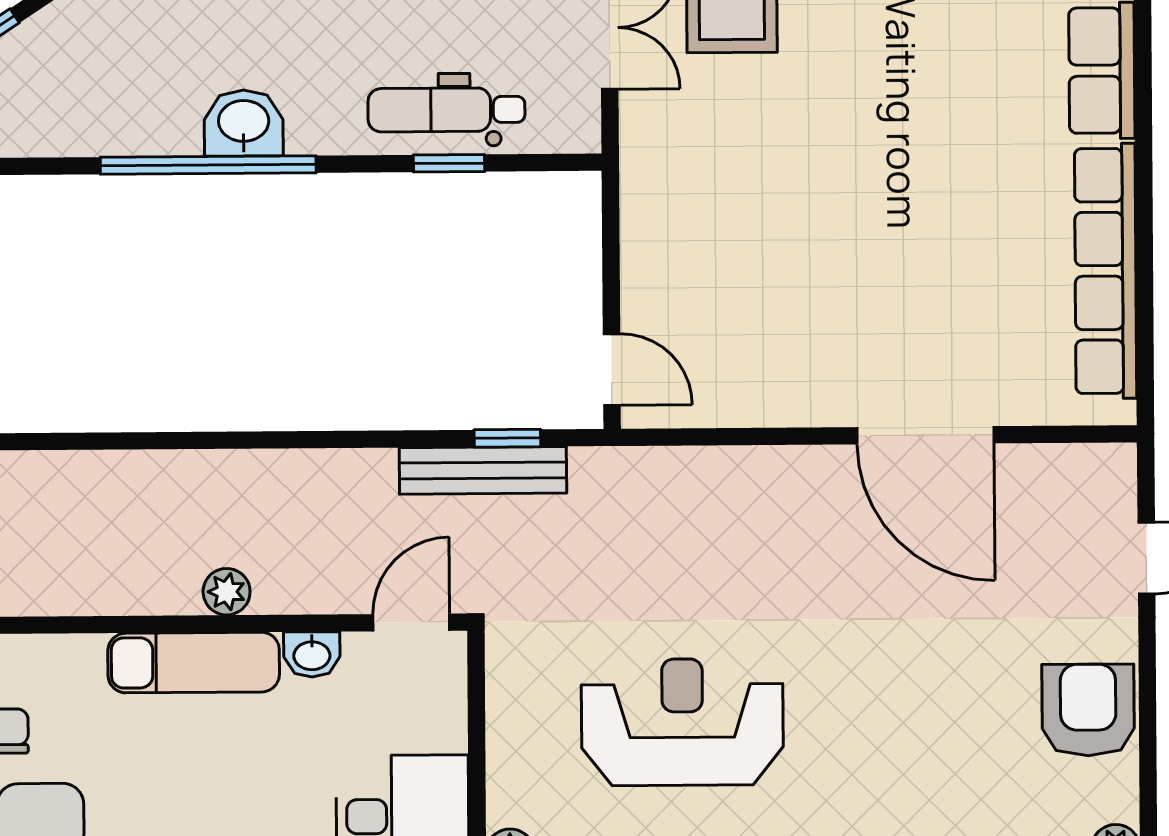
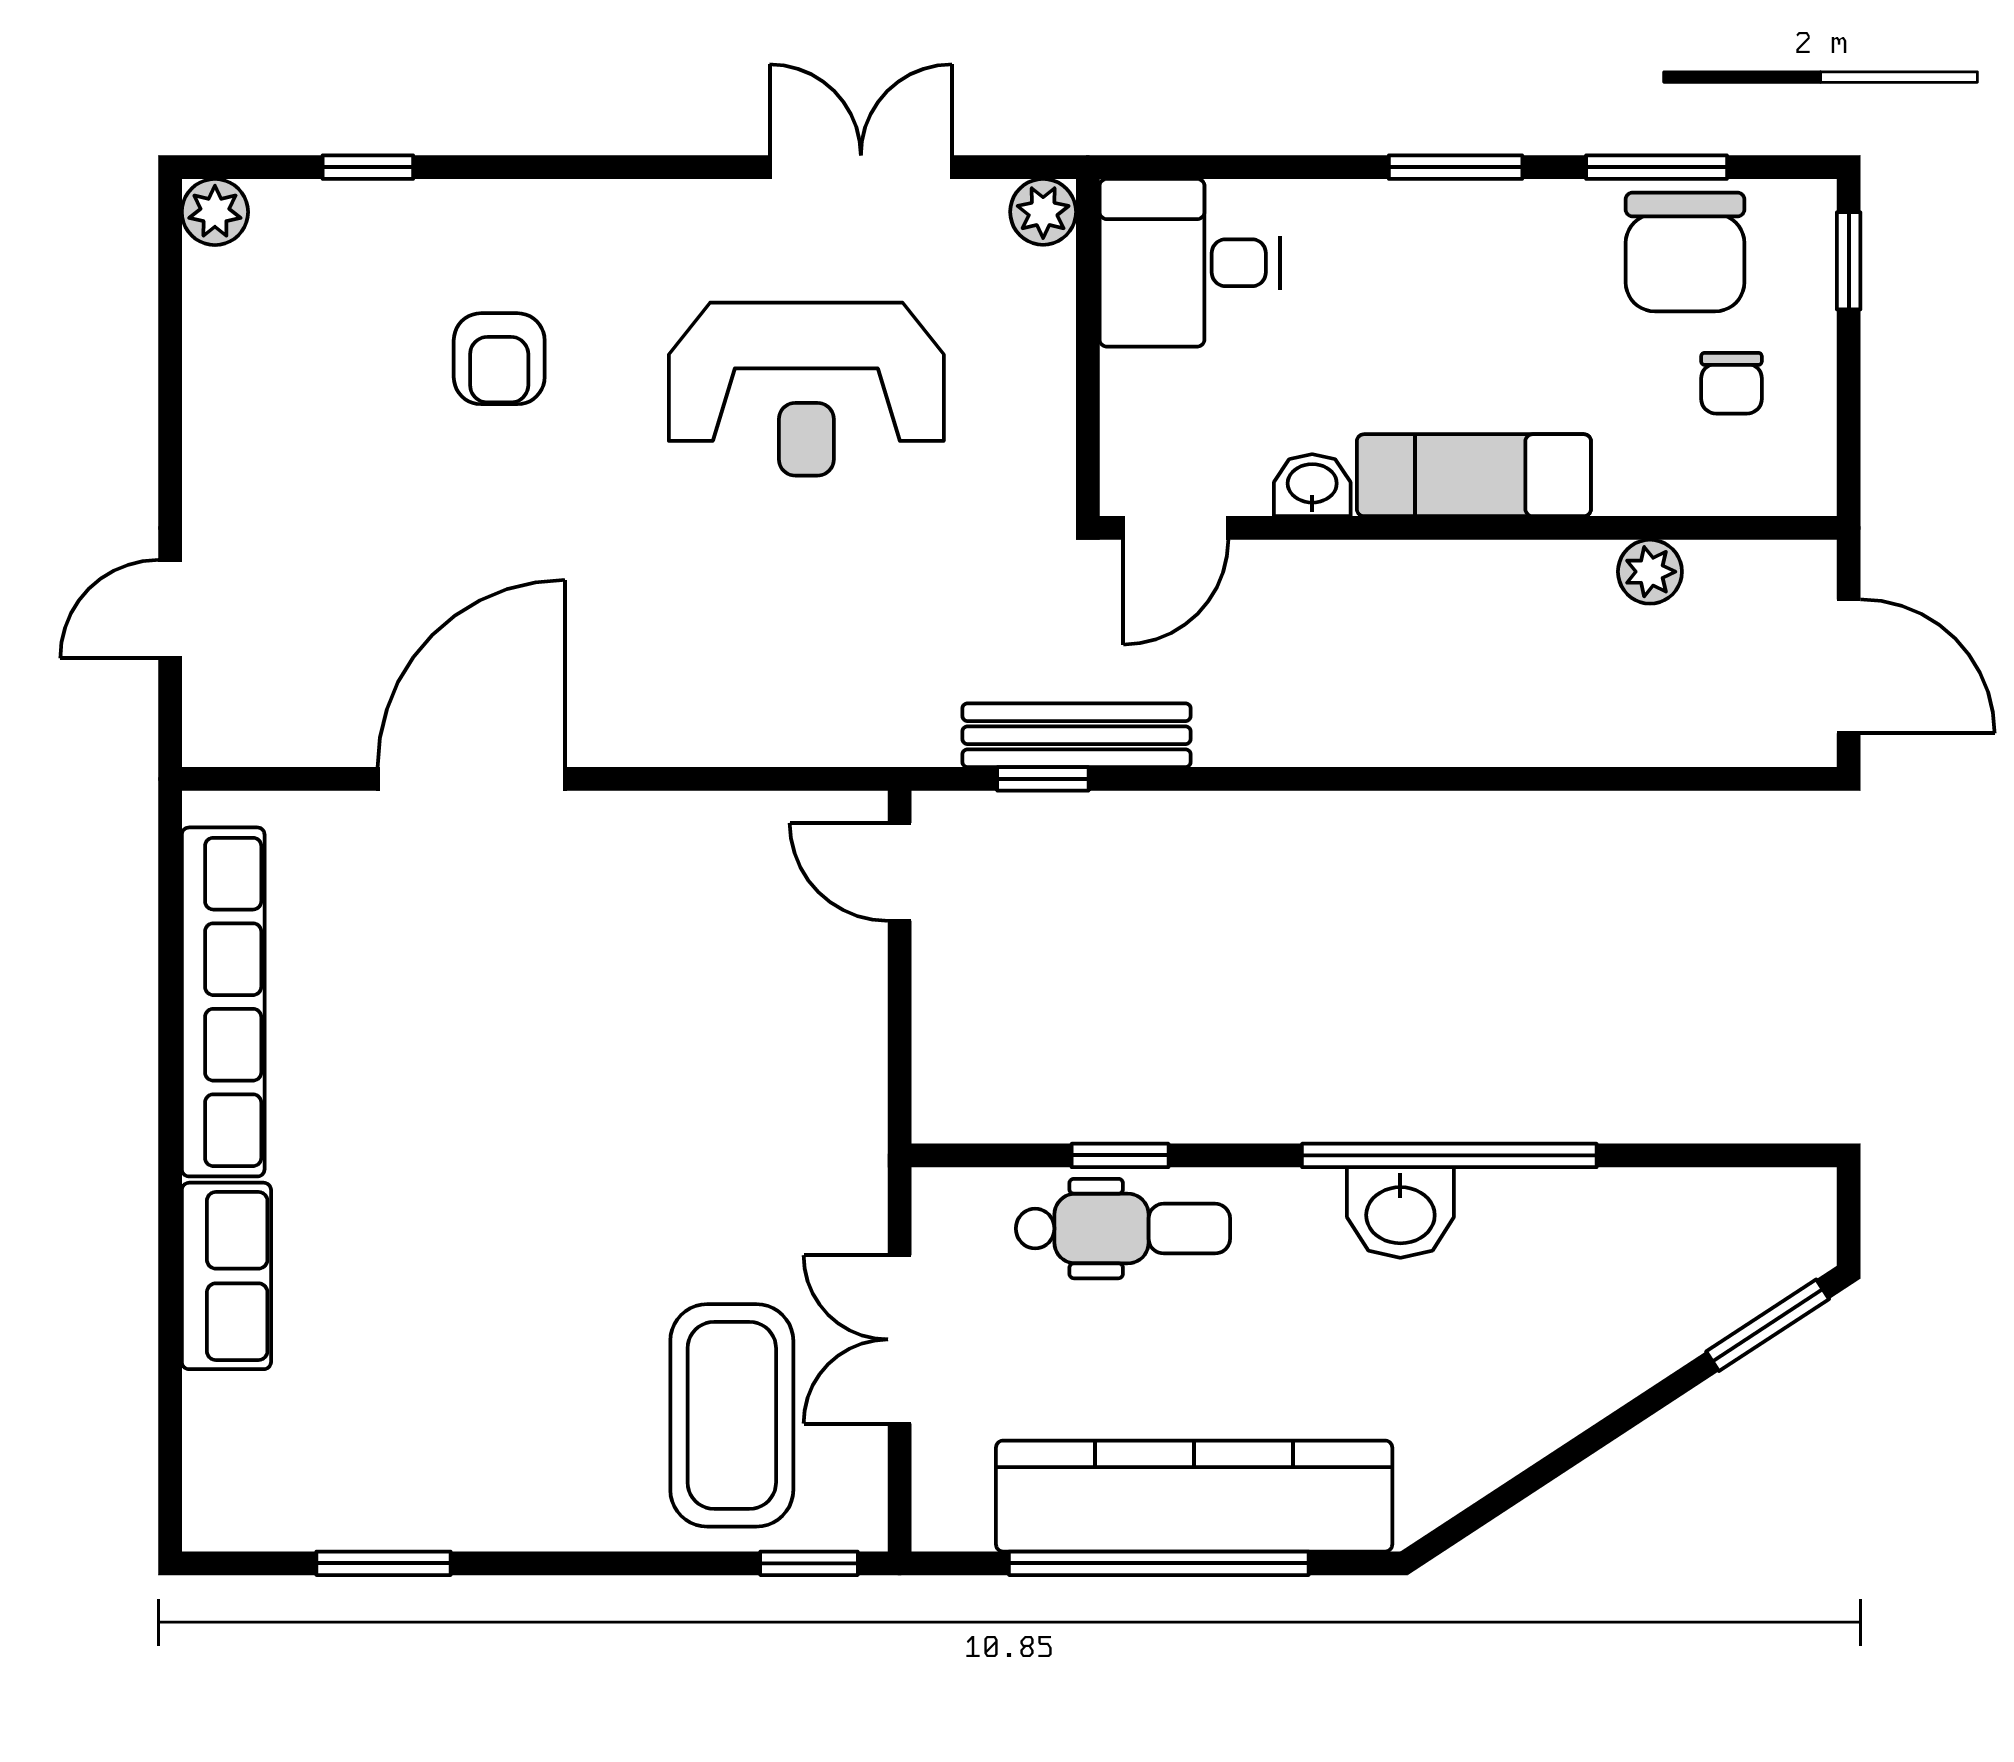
door: (925, 435) -> (471, 779), hinge flipped
plant: (227, 592) -> (1650, 572), moved
armchair: (1088, 710) -> (499, 359), moved, width x0.72, depth x0.72

